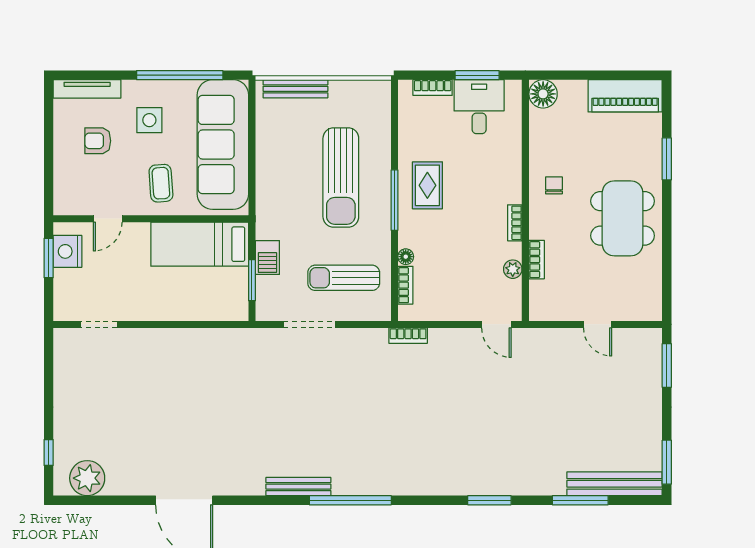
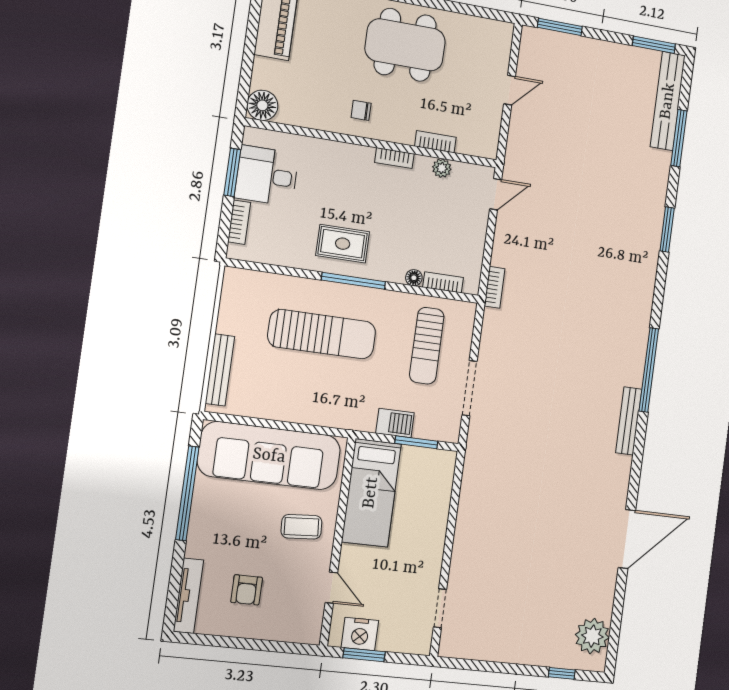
side table: (149, 120) -> (232, 532), removed

